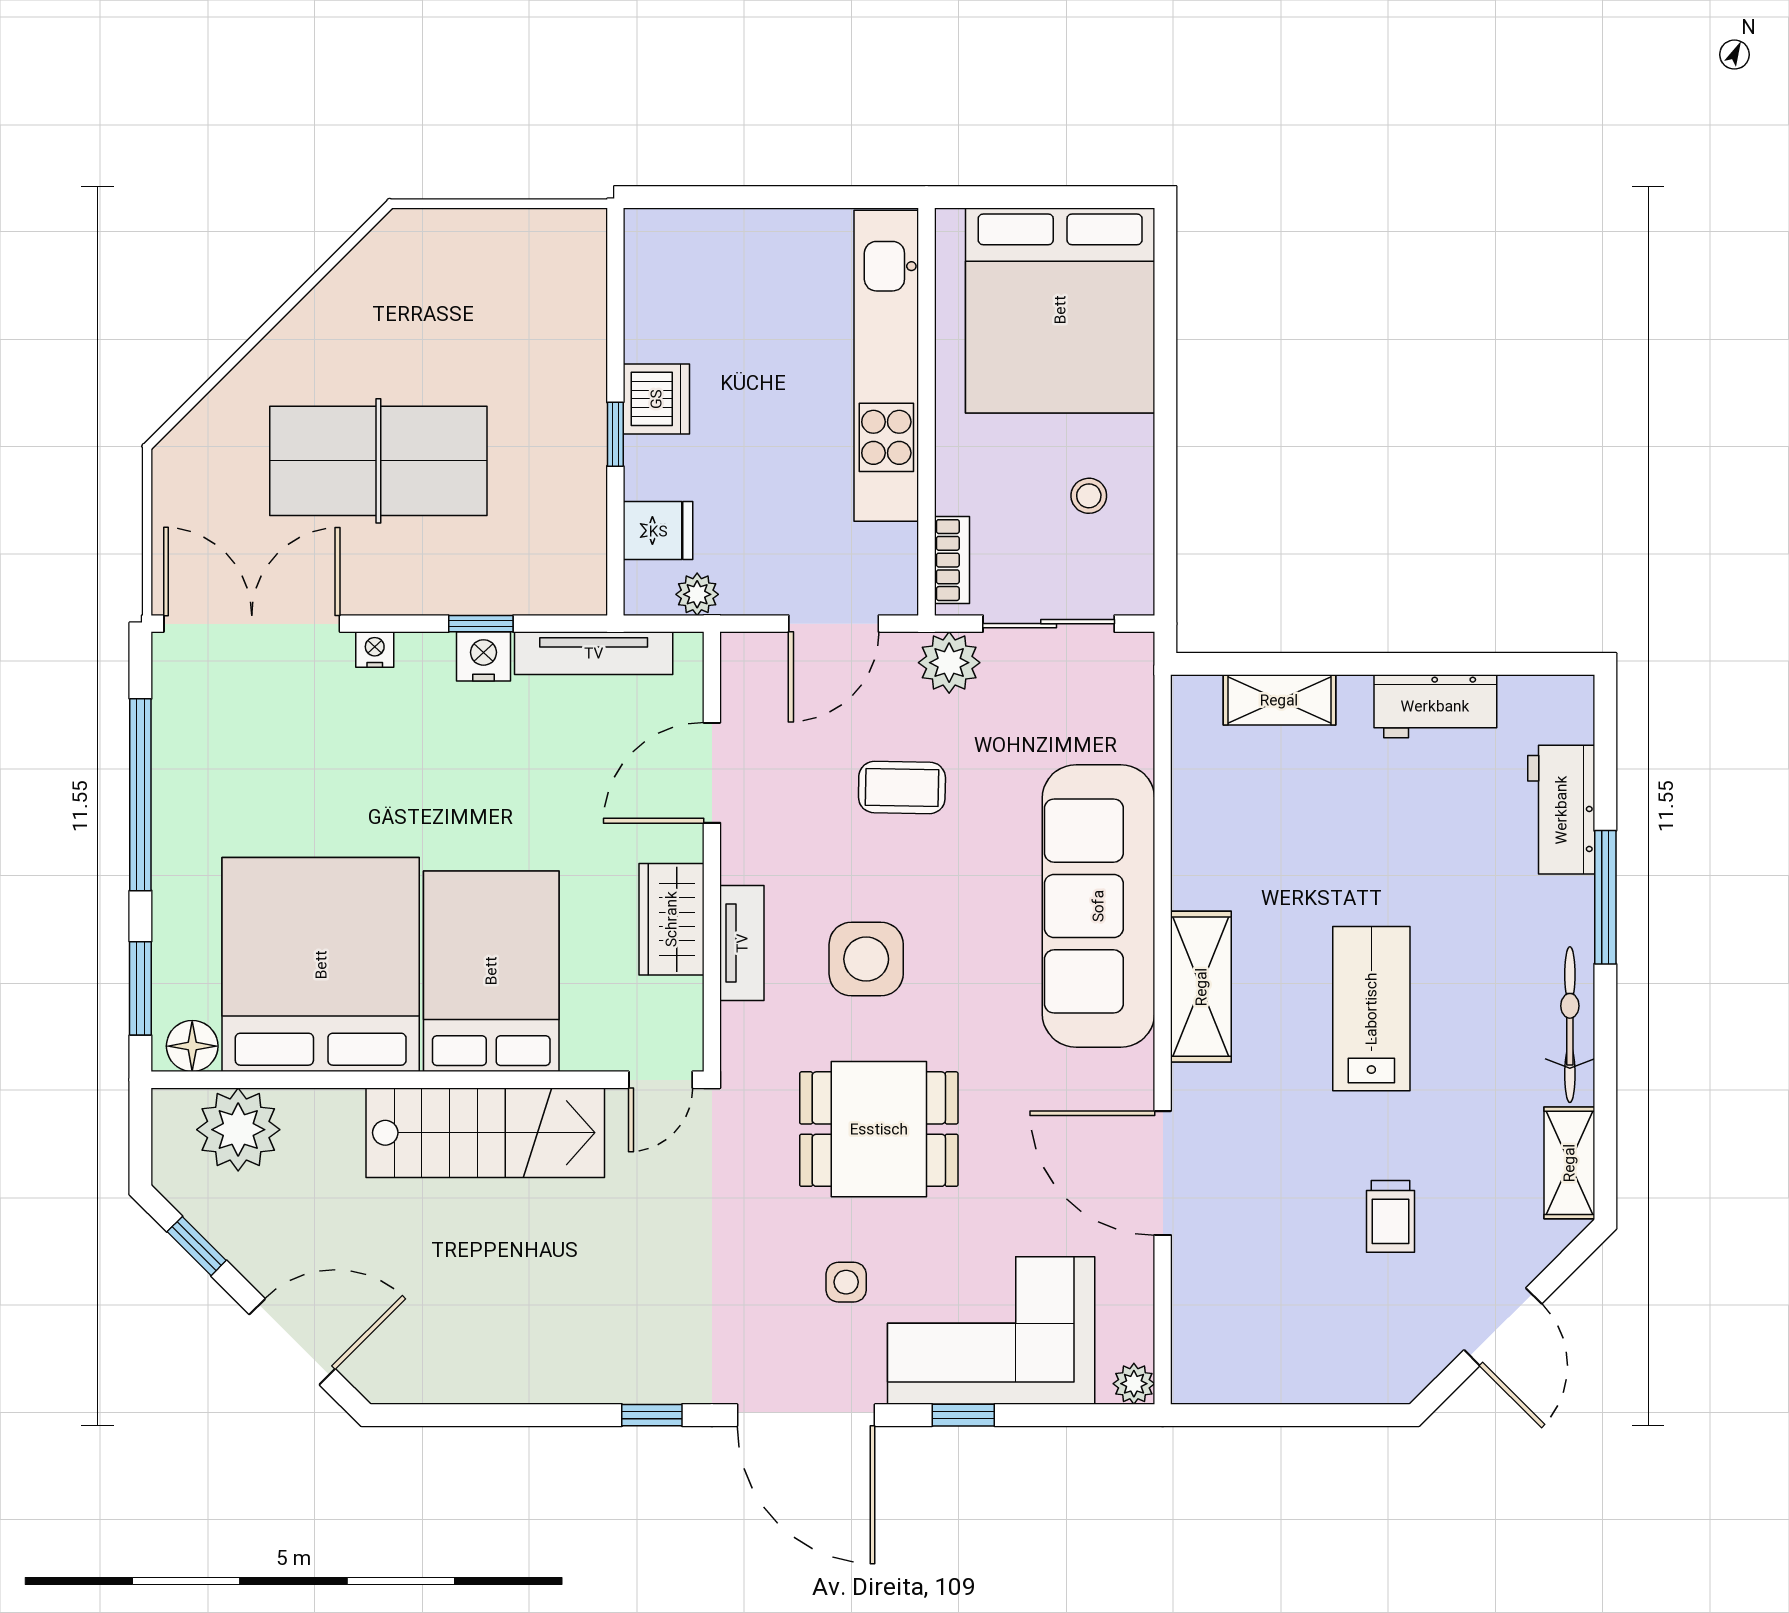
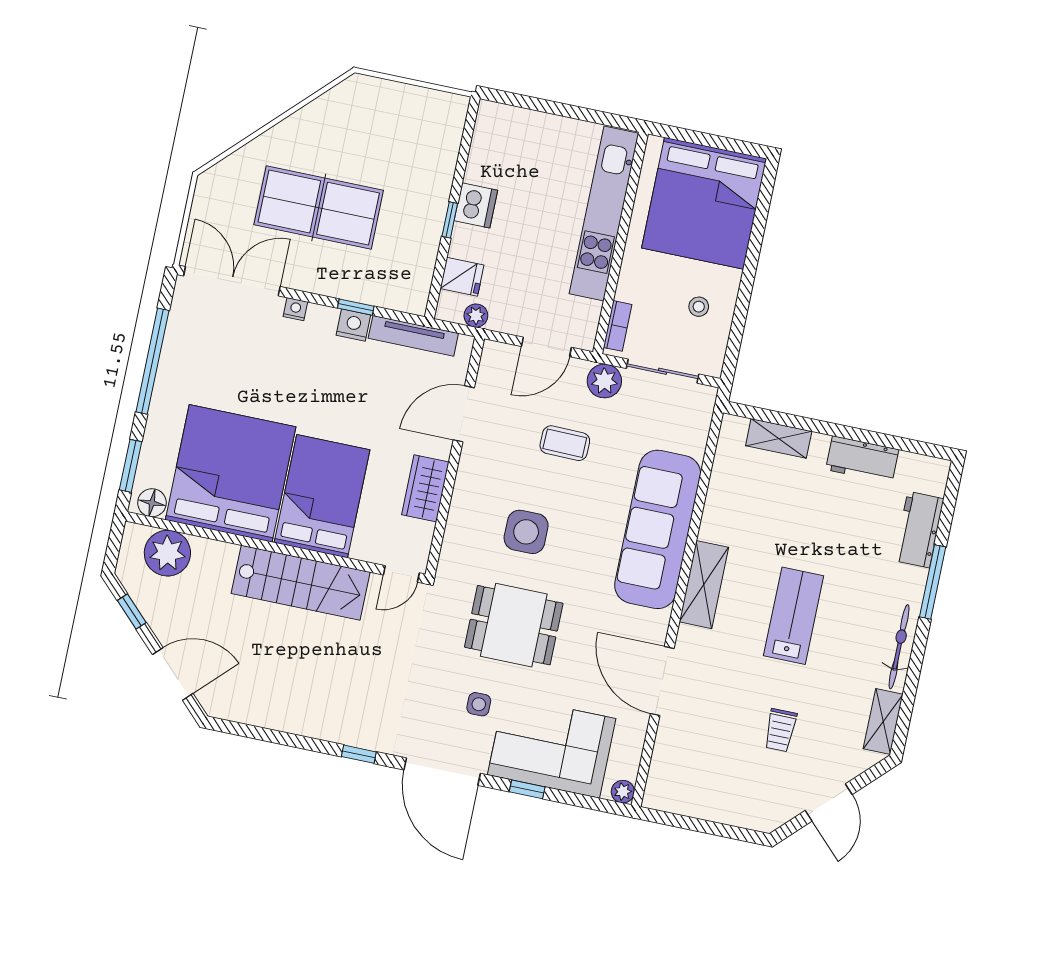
tv unit: (742, 943) -> (461, 509), removed

